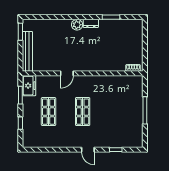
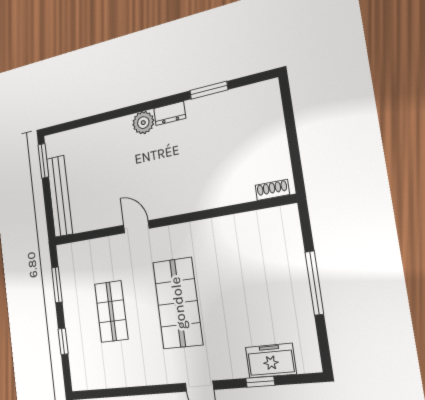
door: (67, 73) -> (136, 227), swing flipped
freezer: (29, 86) -> (271, 361), moved, turned -90
shop shelf: (83, 112) -> (178, 303), width x1.43, depth x1.36

